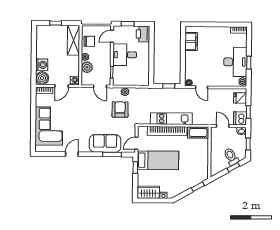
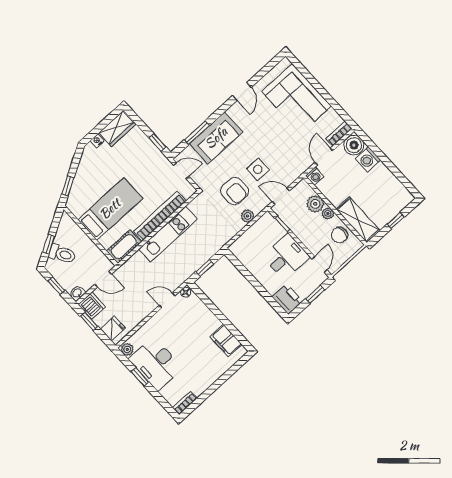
side table: (99, 110) -> (258, 169), added
door: (136, 143) -> (181, 171), hinge flipped
bed: (158, 160) -> (110, 209), moved, turned 180

